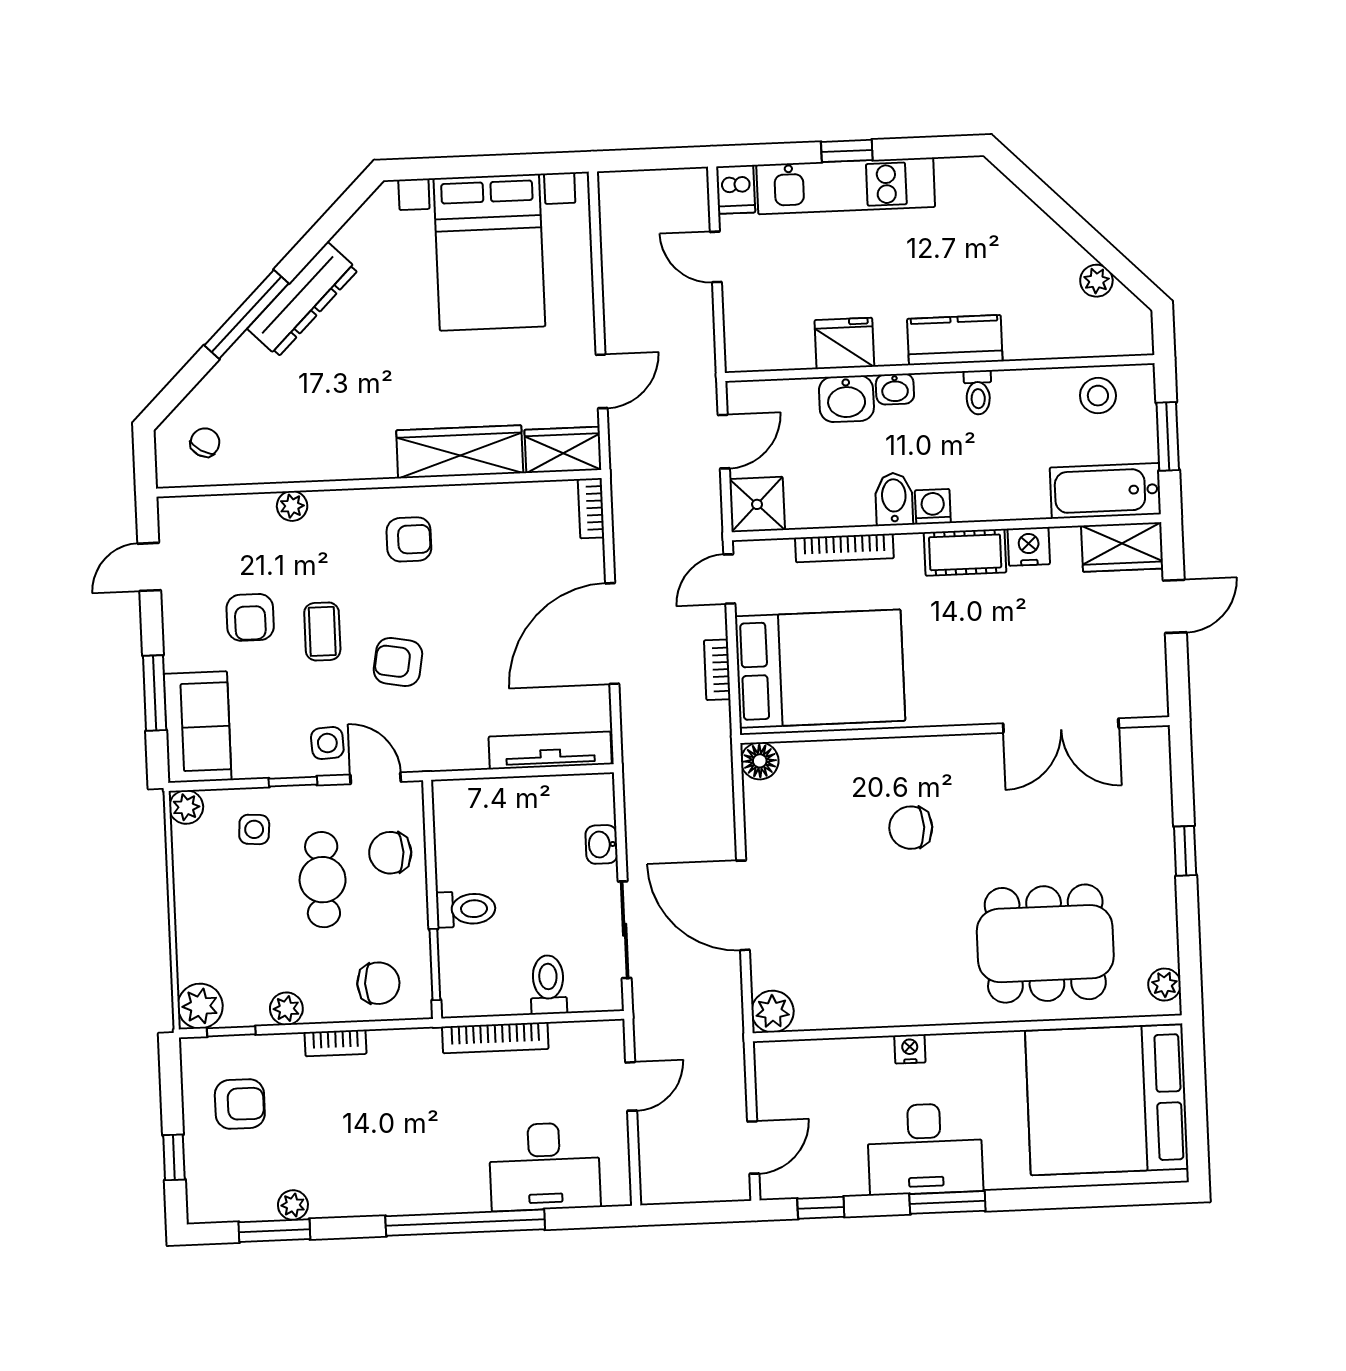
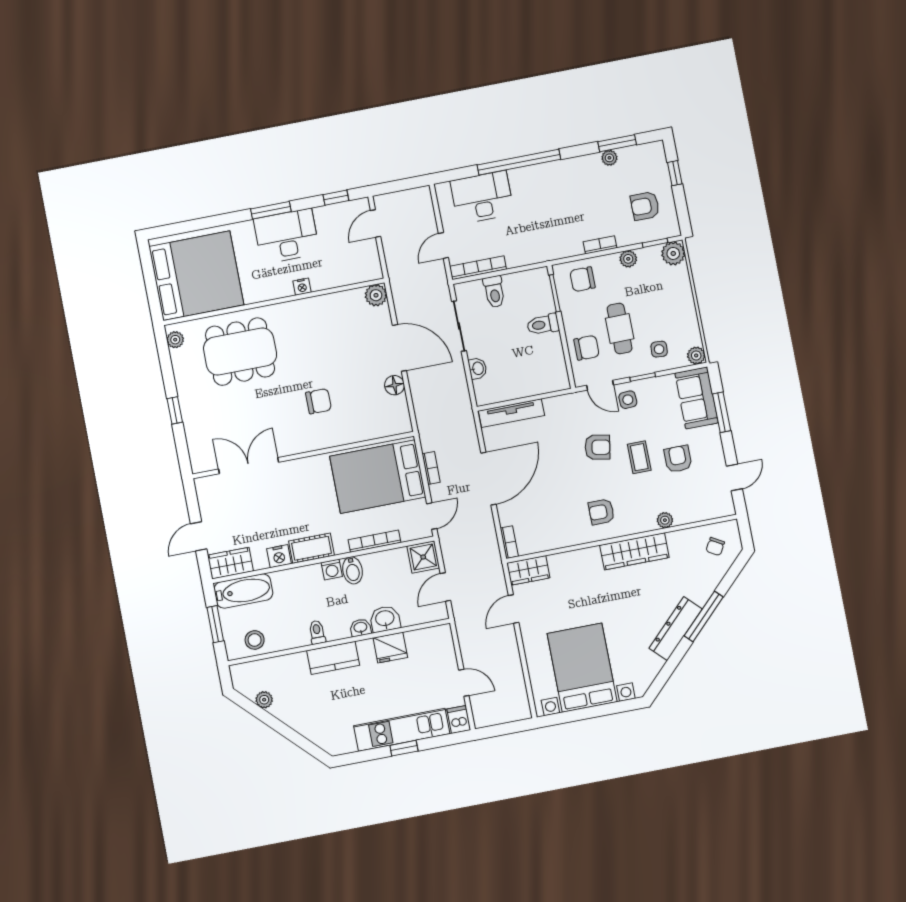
wardrobe: (460, 452) -> (634, 551), moved
floor lamp: (760, 761) -> (394, 385), moved
bookcase: (495, 1038) -> (478, 268), moved

